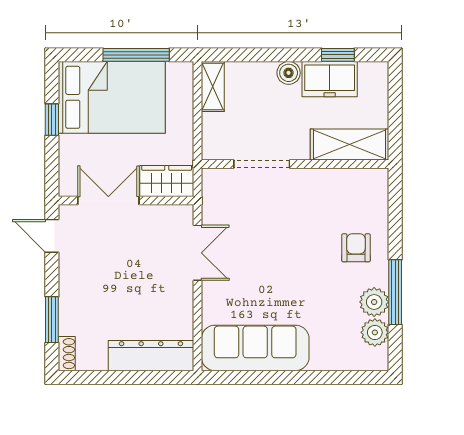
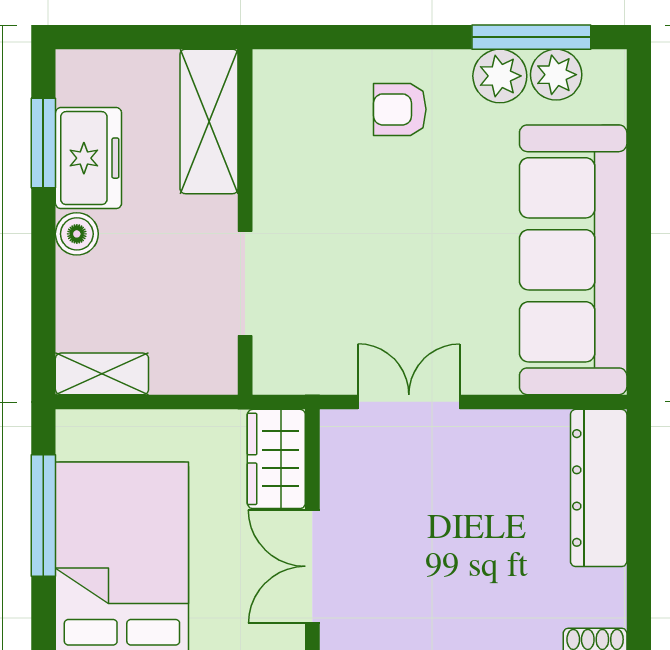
window: (338, 55) -> (43, 143), width x1.50
window: (395, 292) -> (531, 37), moved
sofa: (255, 348) -> (573, 260), width x1.36, depth x1.27

